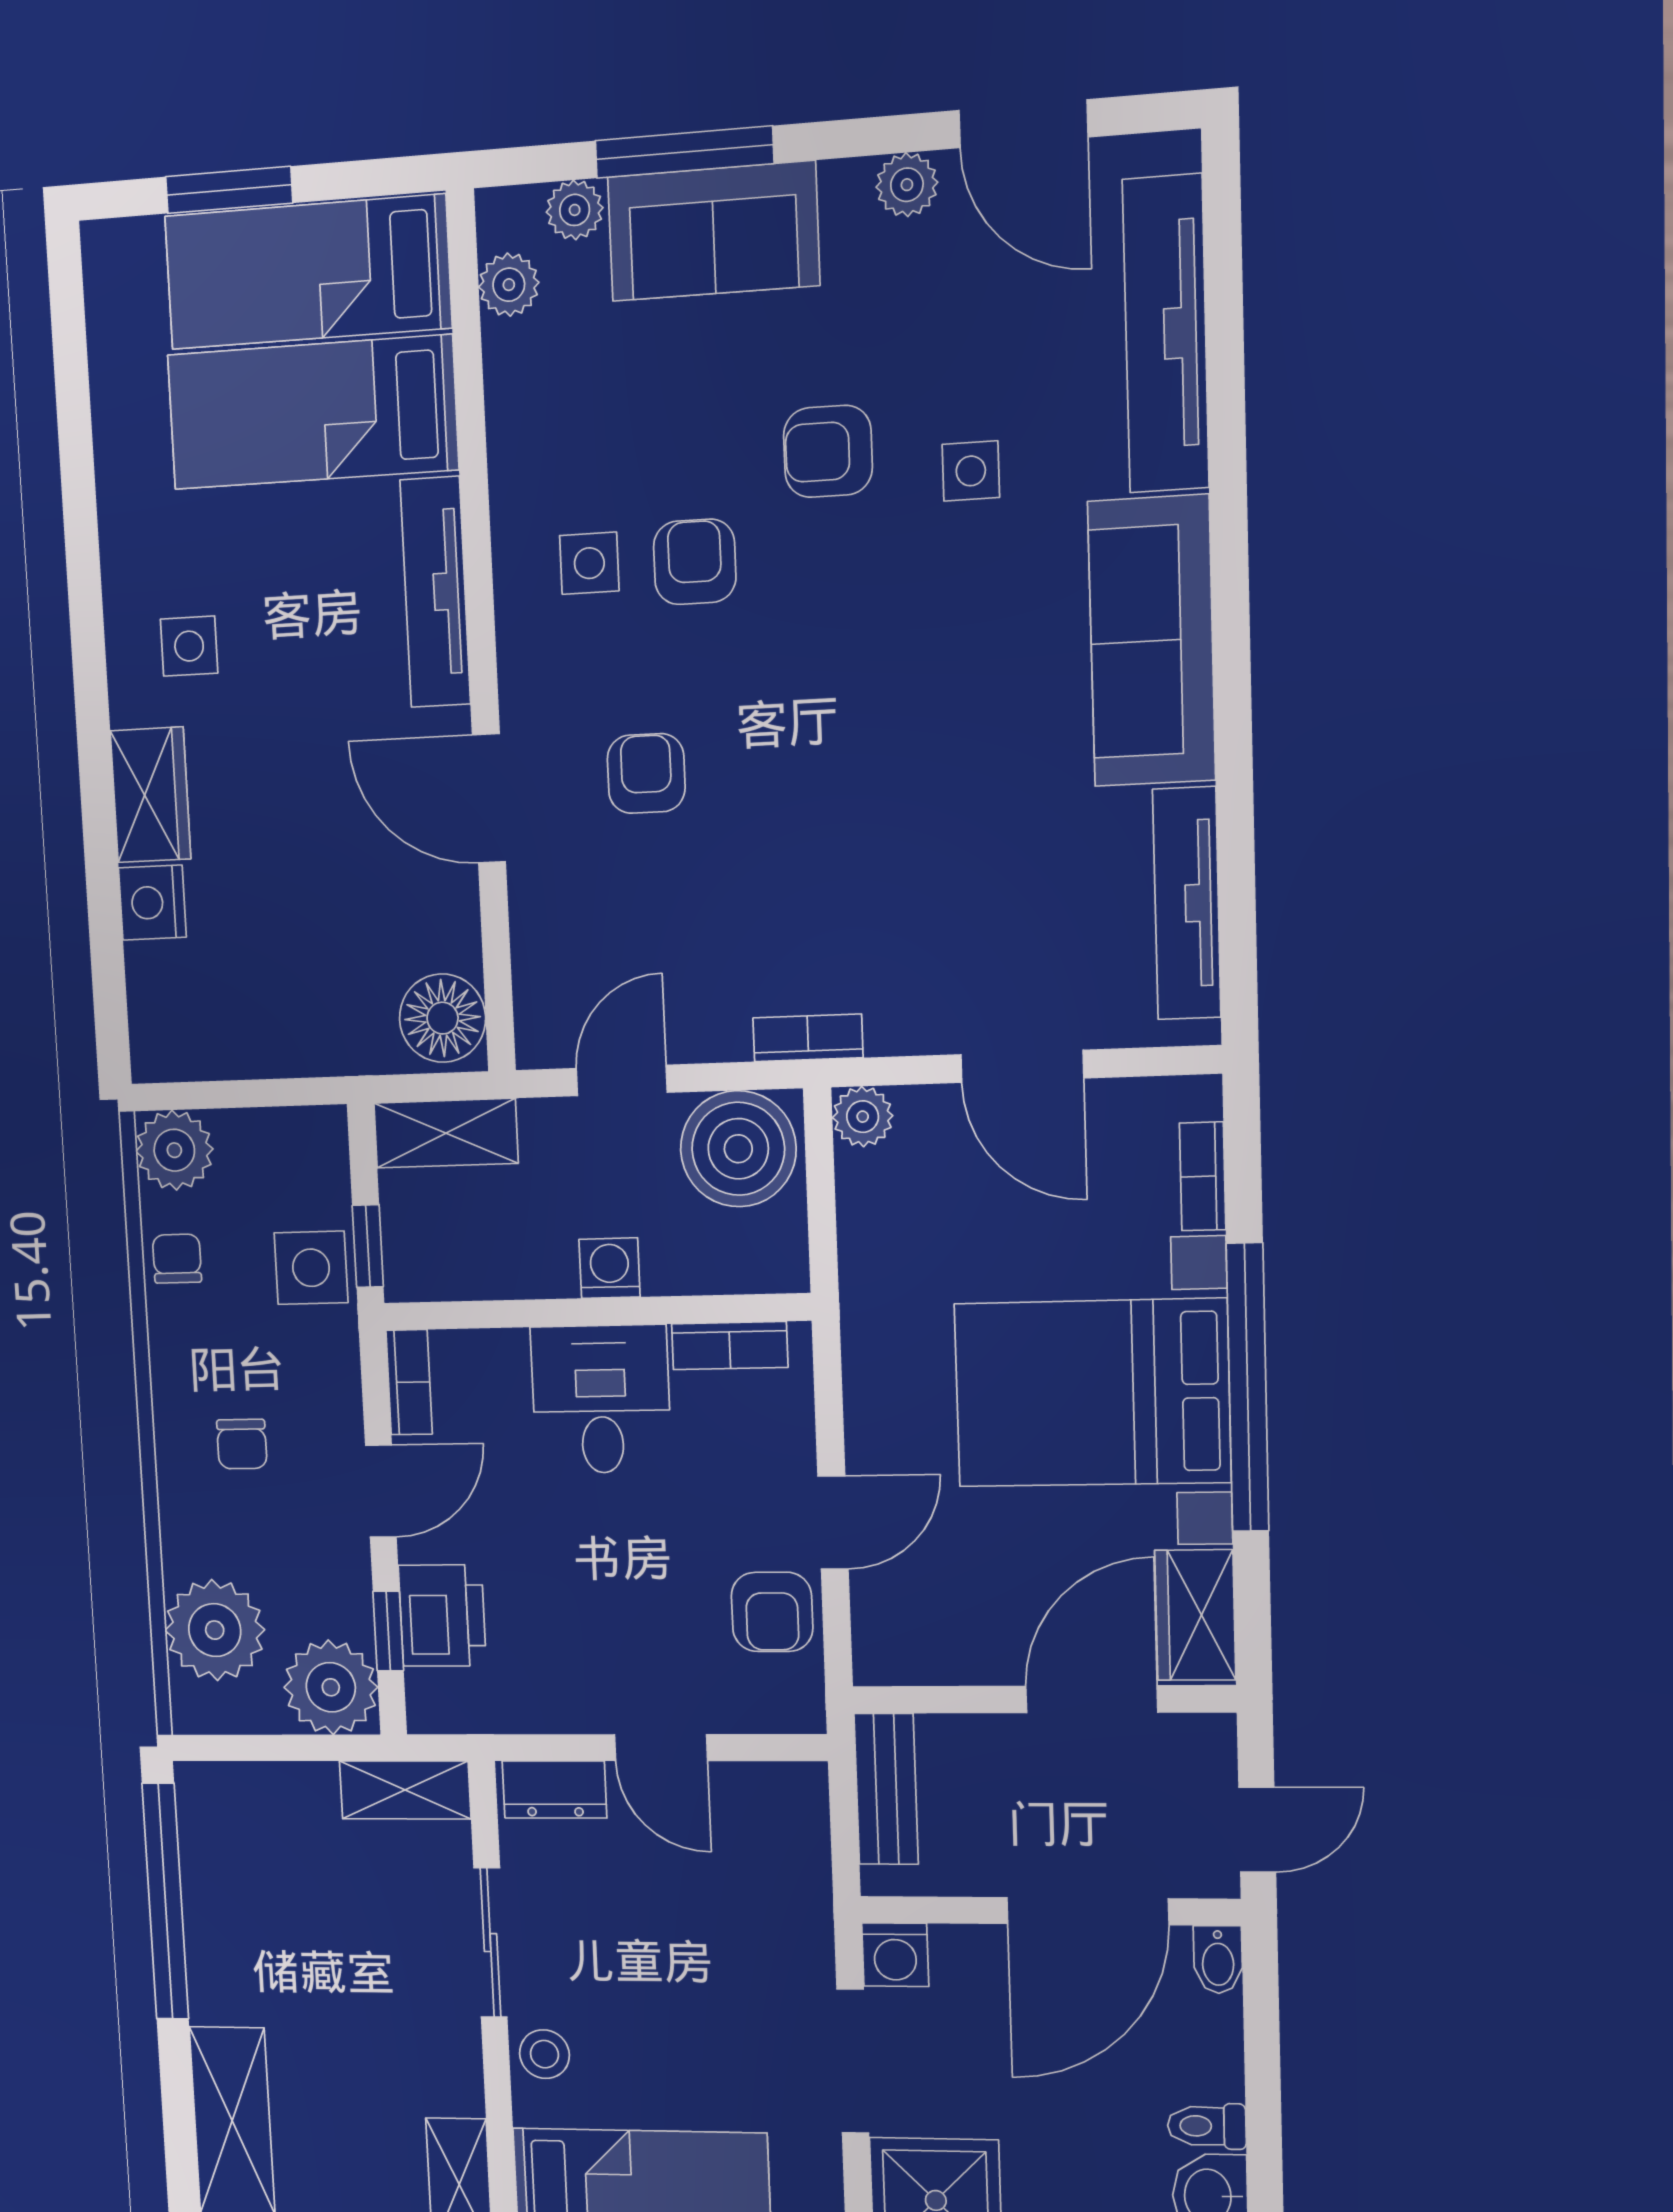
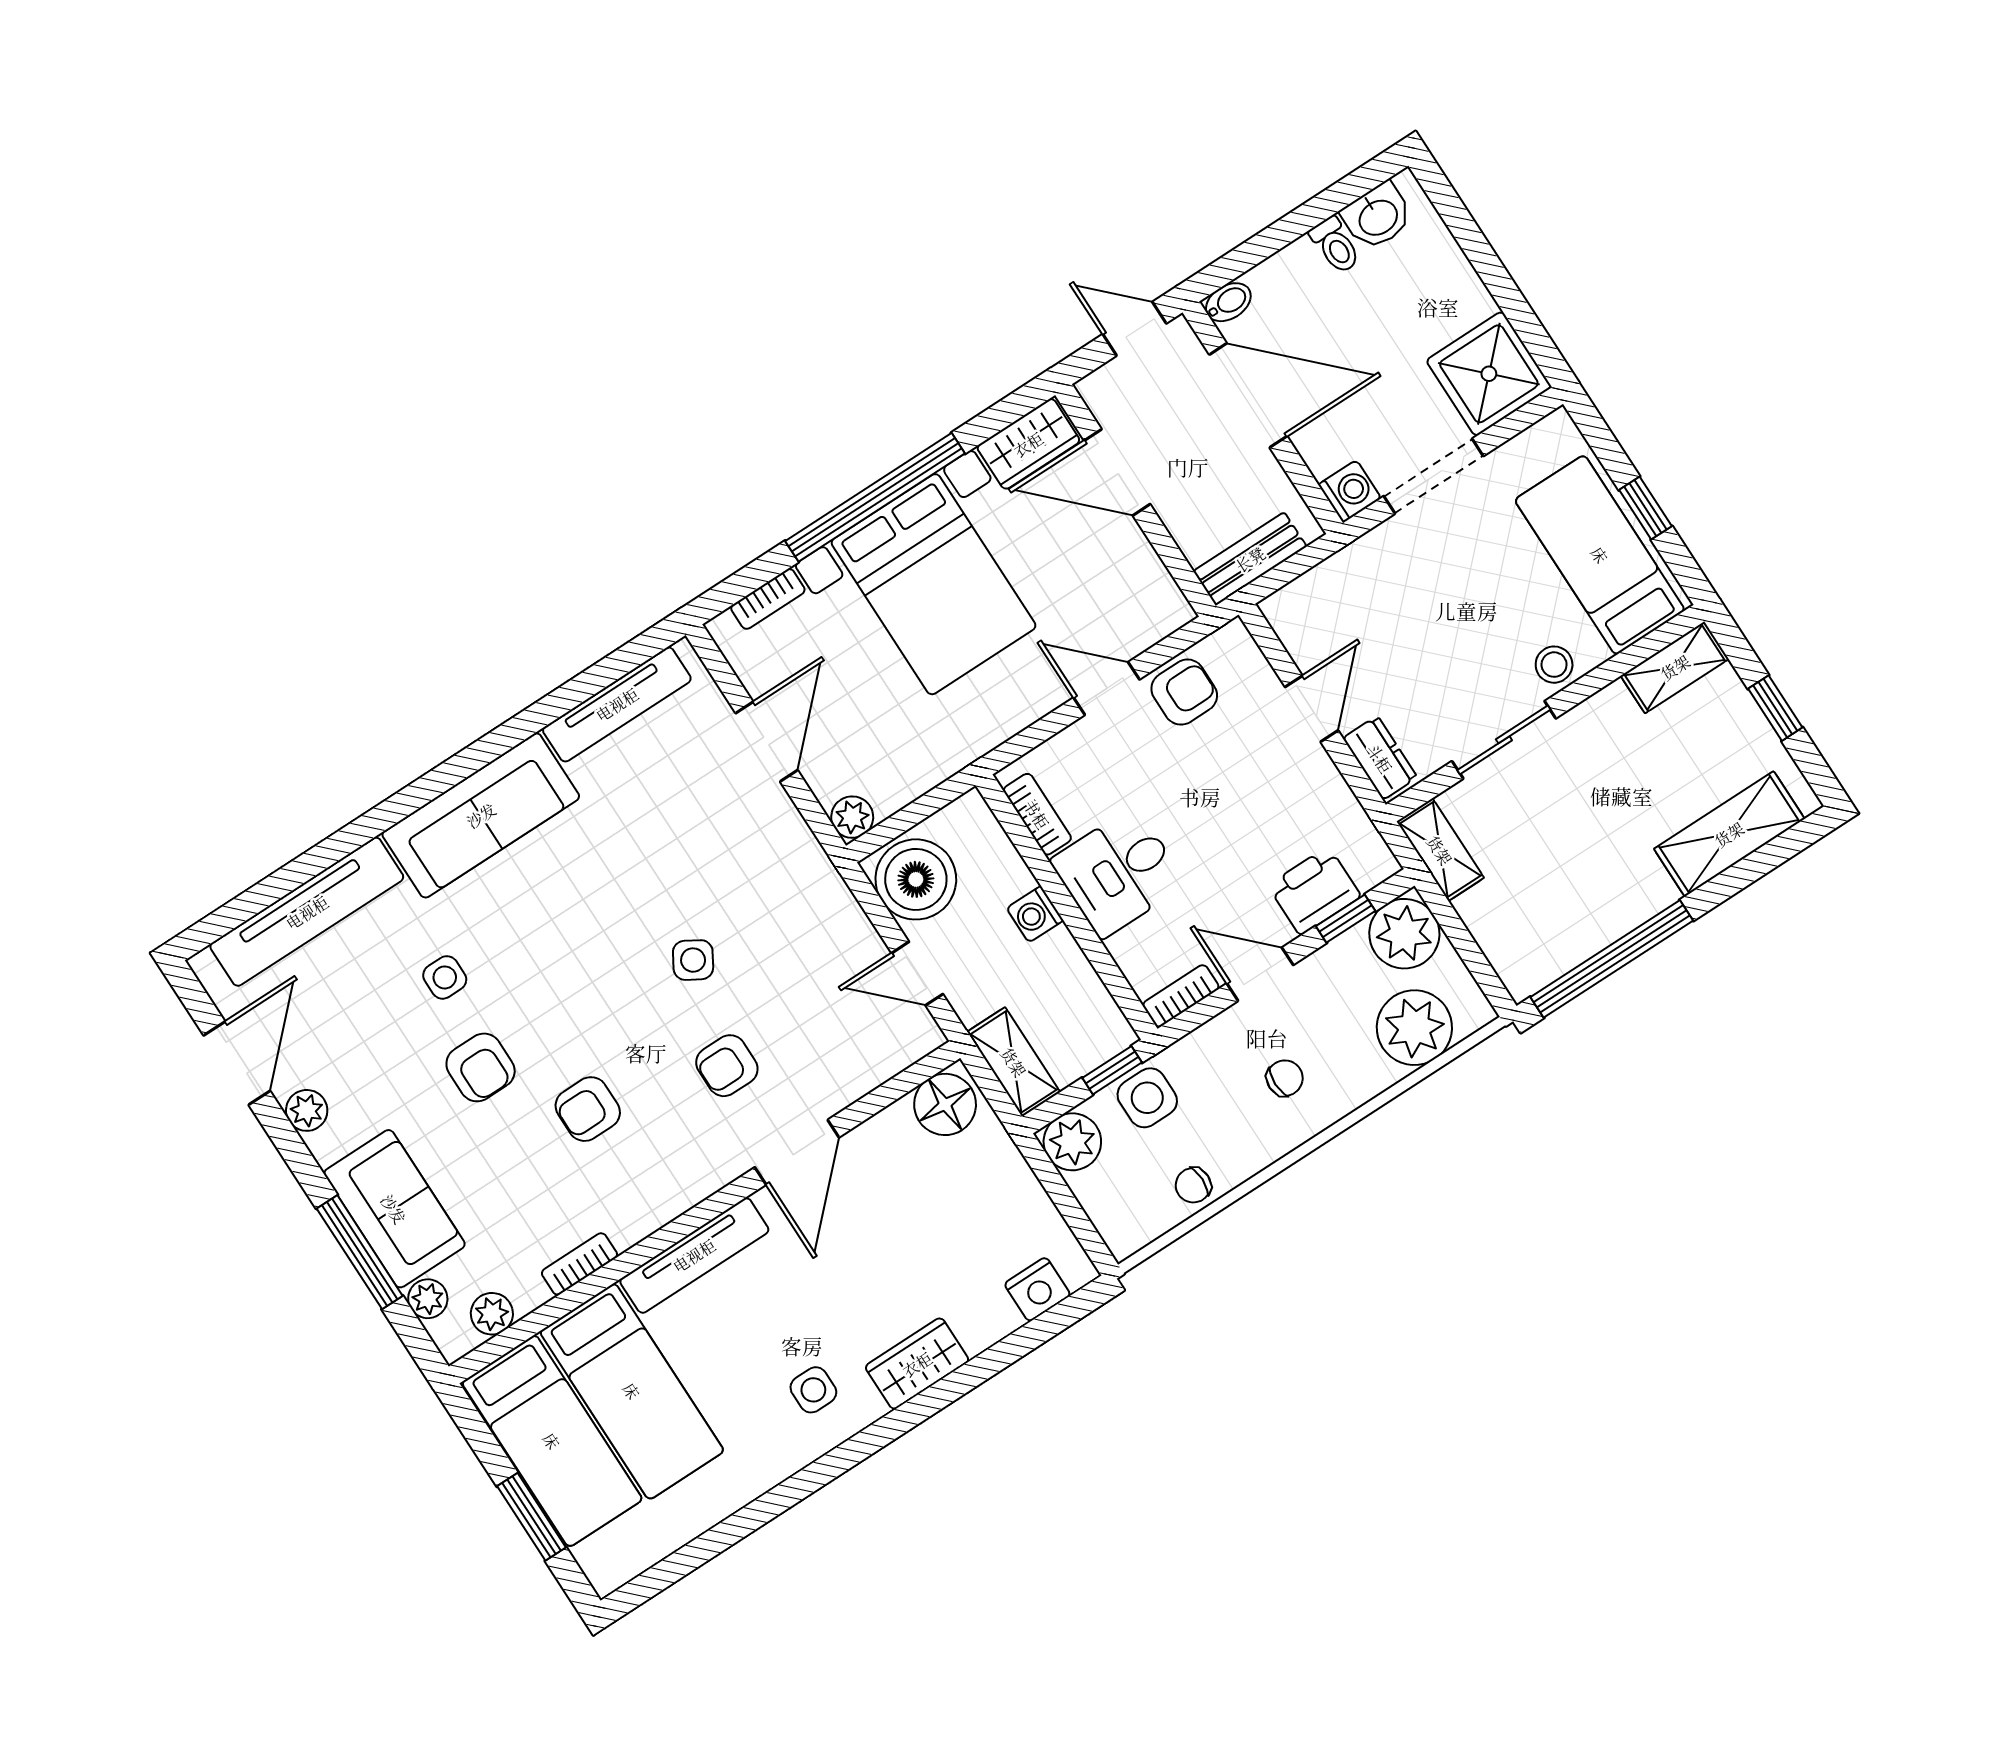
side table: (589, 563) -> (693, 960), moved, turned 31
nightstand: (152, 903) -> (1037, 1289), moved
bookcase: (808, 1038) -> (579, 1264), moved, turned 90
plant: (174, 1150) -> (1072, 1142), moved

